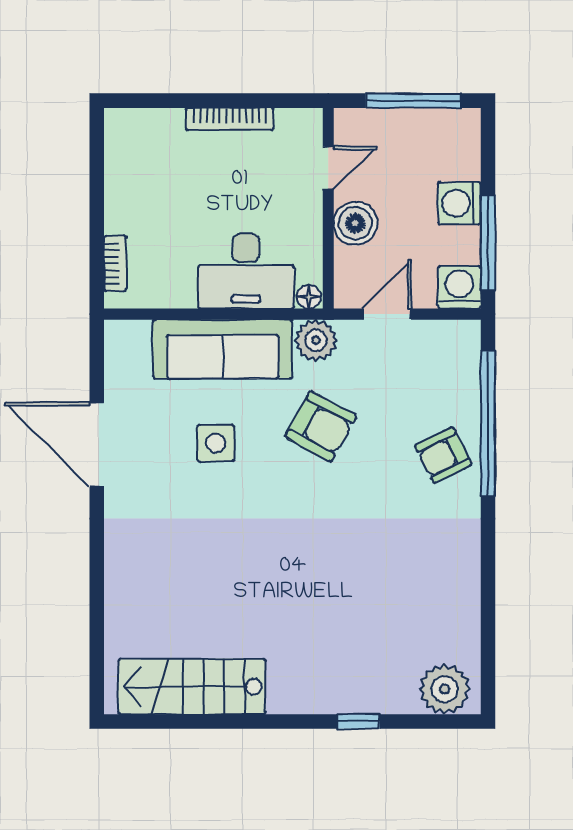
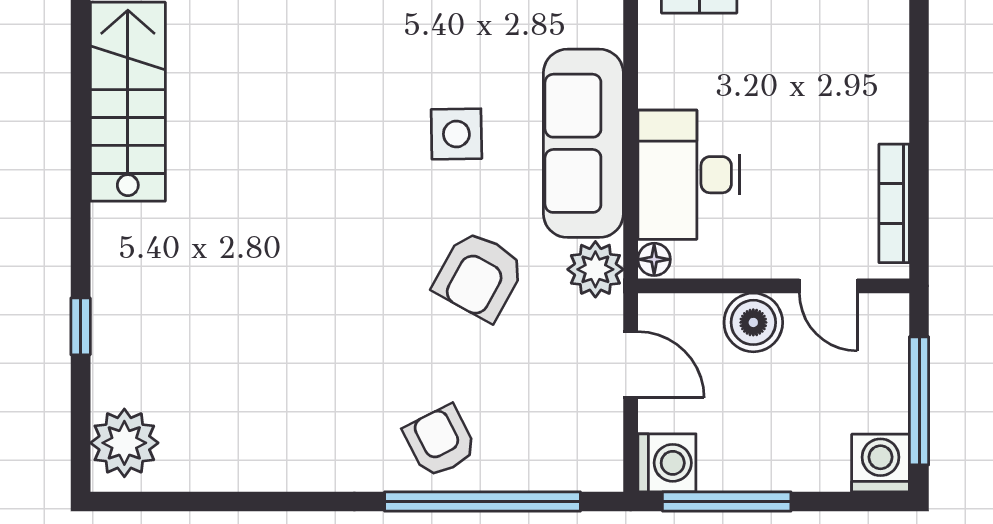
bookcase: (230, 119) -> (894, 203), moved
washing machine: (459, 203) -> (880, 463), moved

